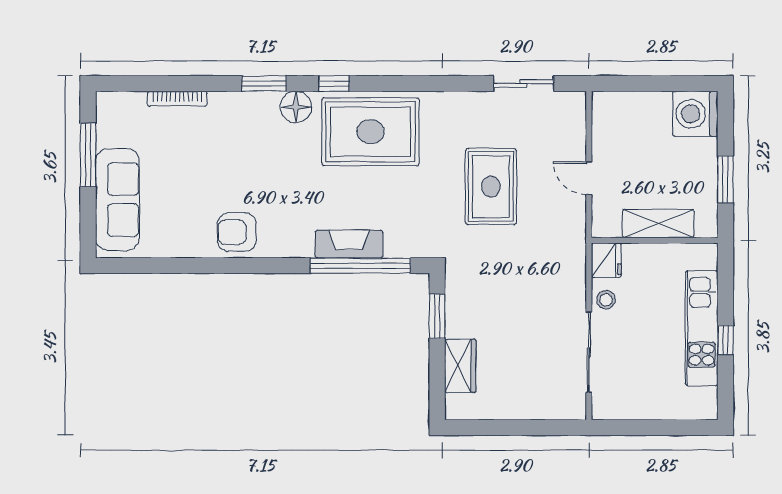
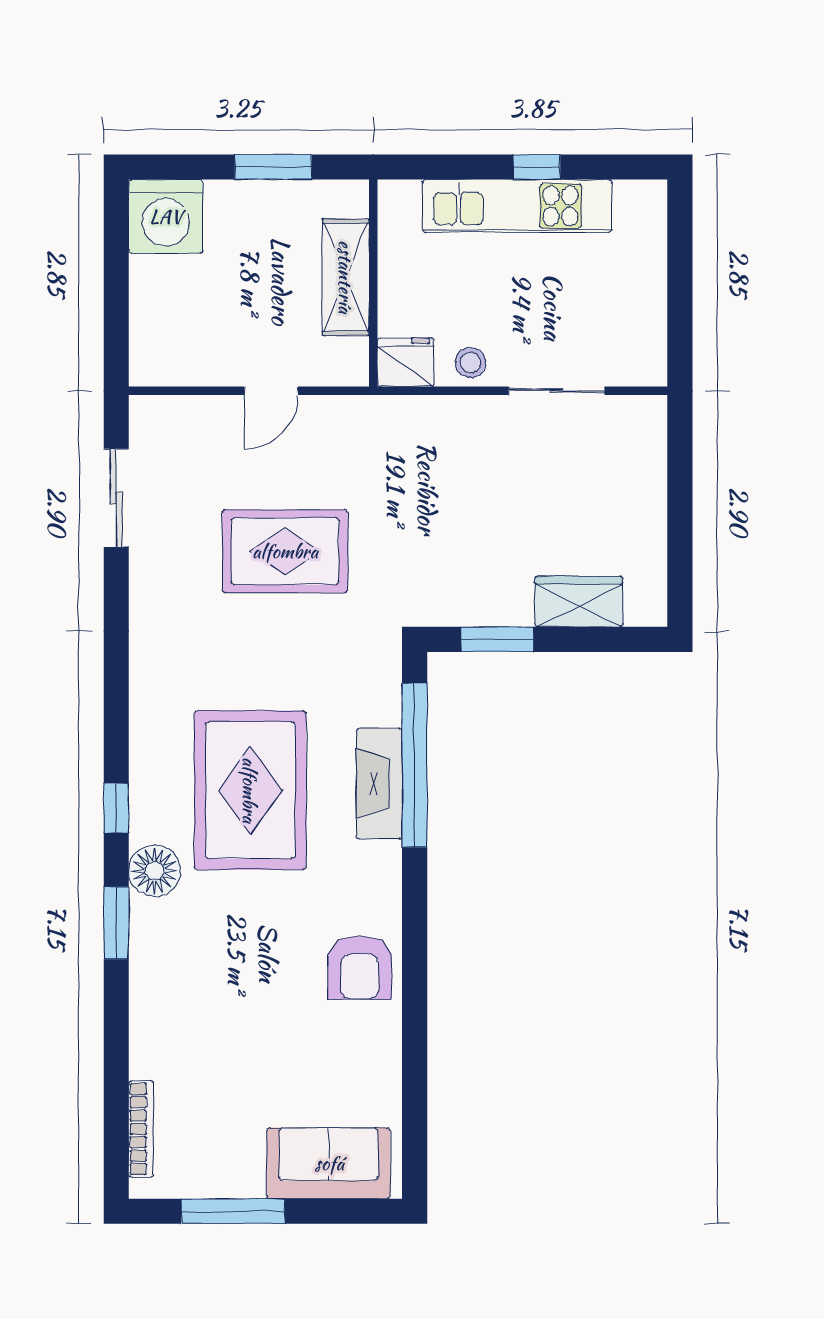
bookcase: (177, 99) -> (141, 1129), moved
rug: (371, 132) -> (250, 790), moved
sofa: (117, 200) -> (329, 1163), width x0.73
sliding door: (589, 352) -> (557, 391), width x0.73

